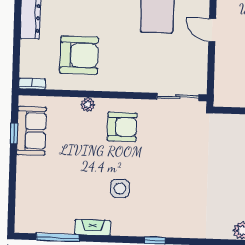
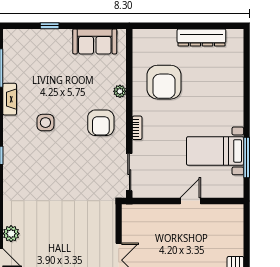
bookcase: (32, 84) -> (137, 128), moved
window: (14, 134) -> (50, 26), moved

